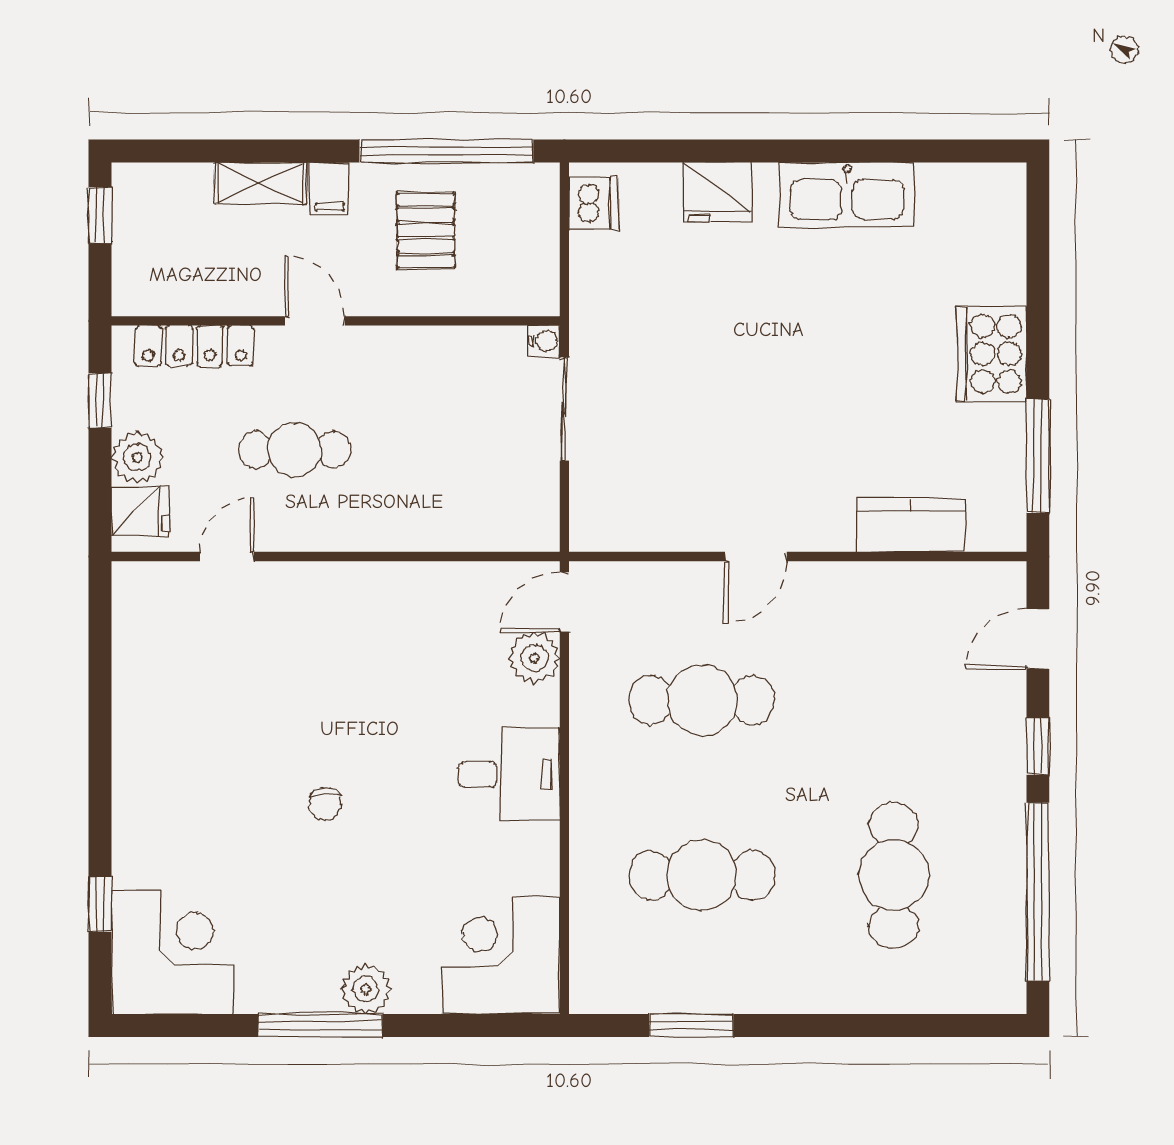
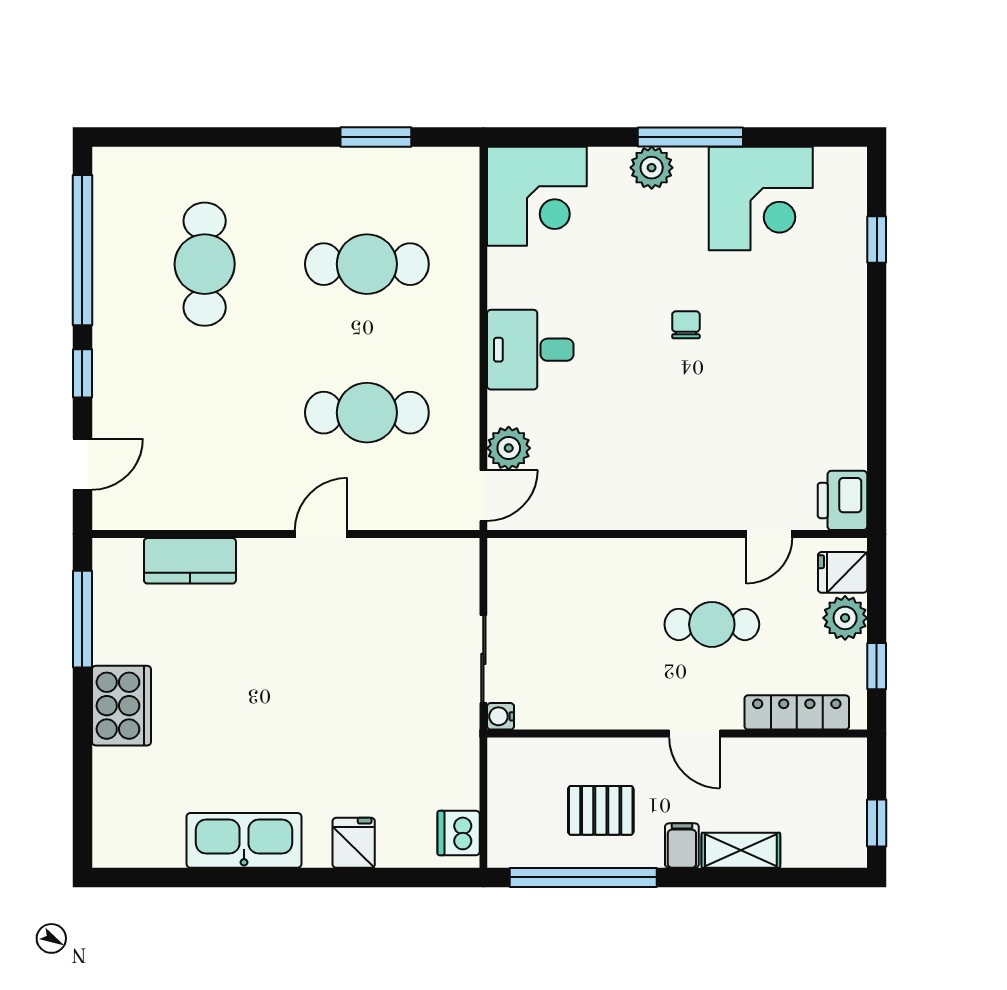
fridge: (718, 192) -> (354, 843), width x0.72
pallet: (426, 230) -> (601, 810), turned 90
printer: (140, 596) -> (842, 500), added
corner desk: (173, 953) -> (761, 198), moved, turned -90

